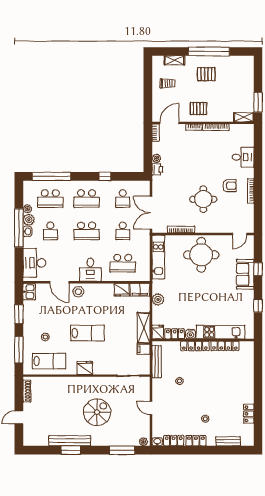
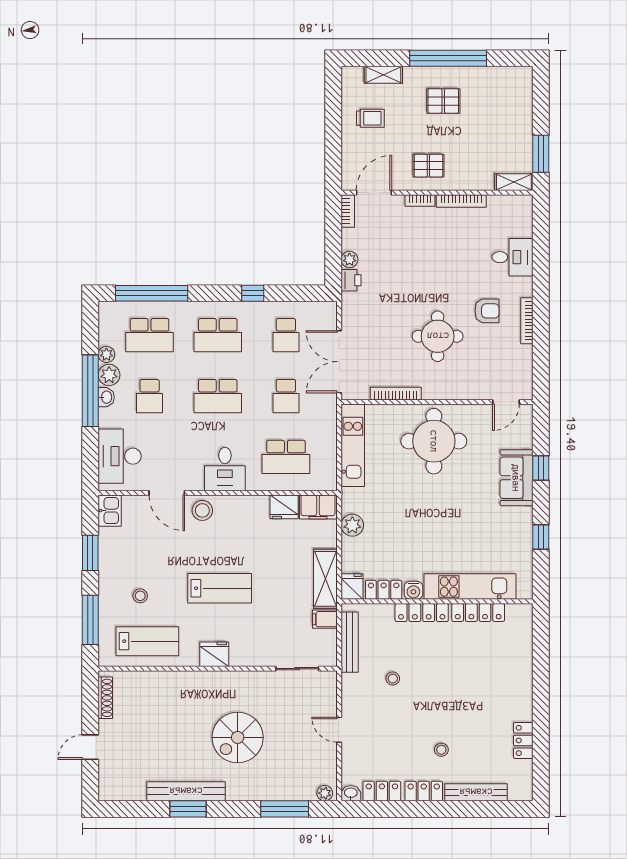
spiral stairs: (97, 412) -> (238, 737), turned 180
bench: (228, 441) -> (476, 792), width x1.36

